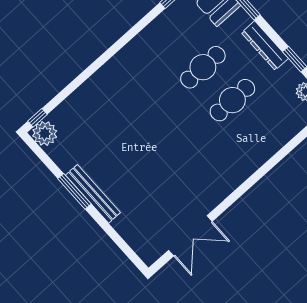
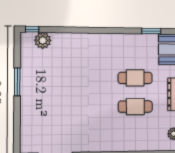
plant: (45, 133) -> (43, 40), moved
bench: (93, 194) -> (25, 91), removed

